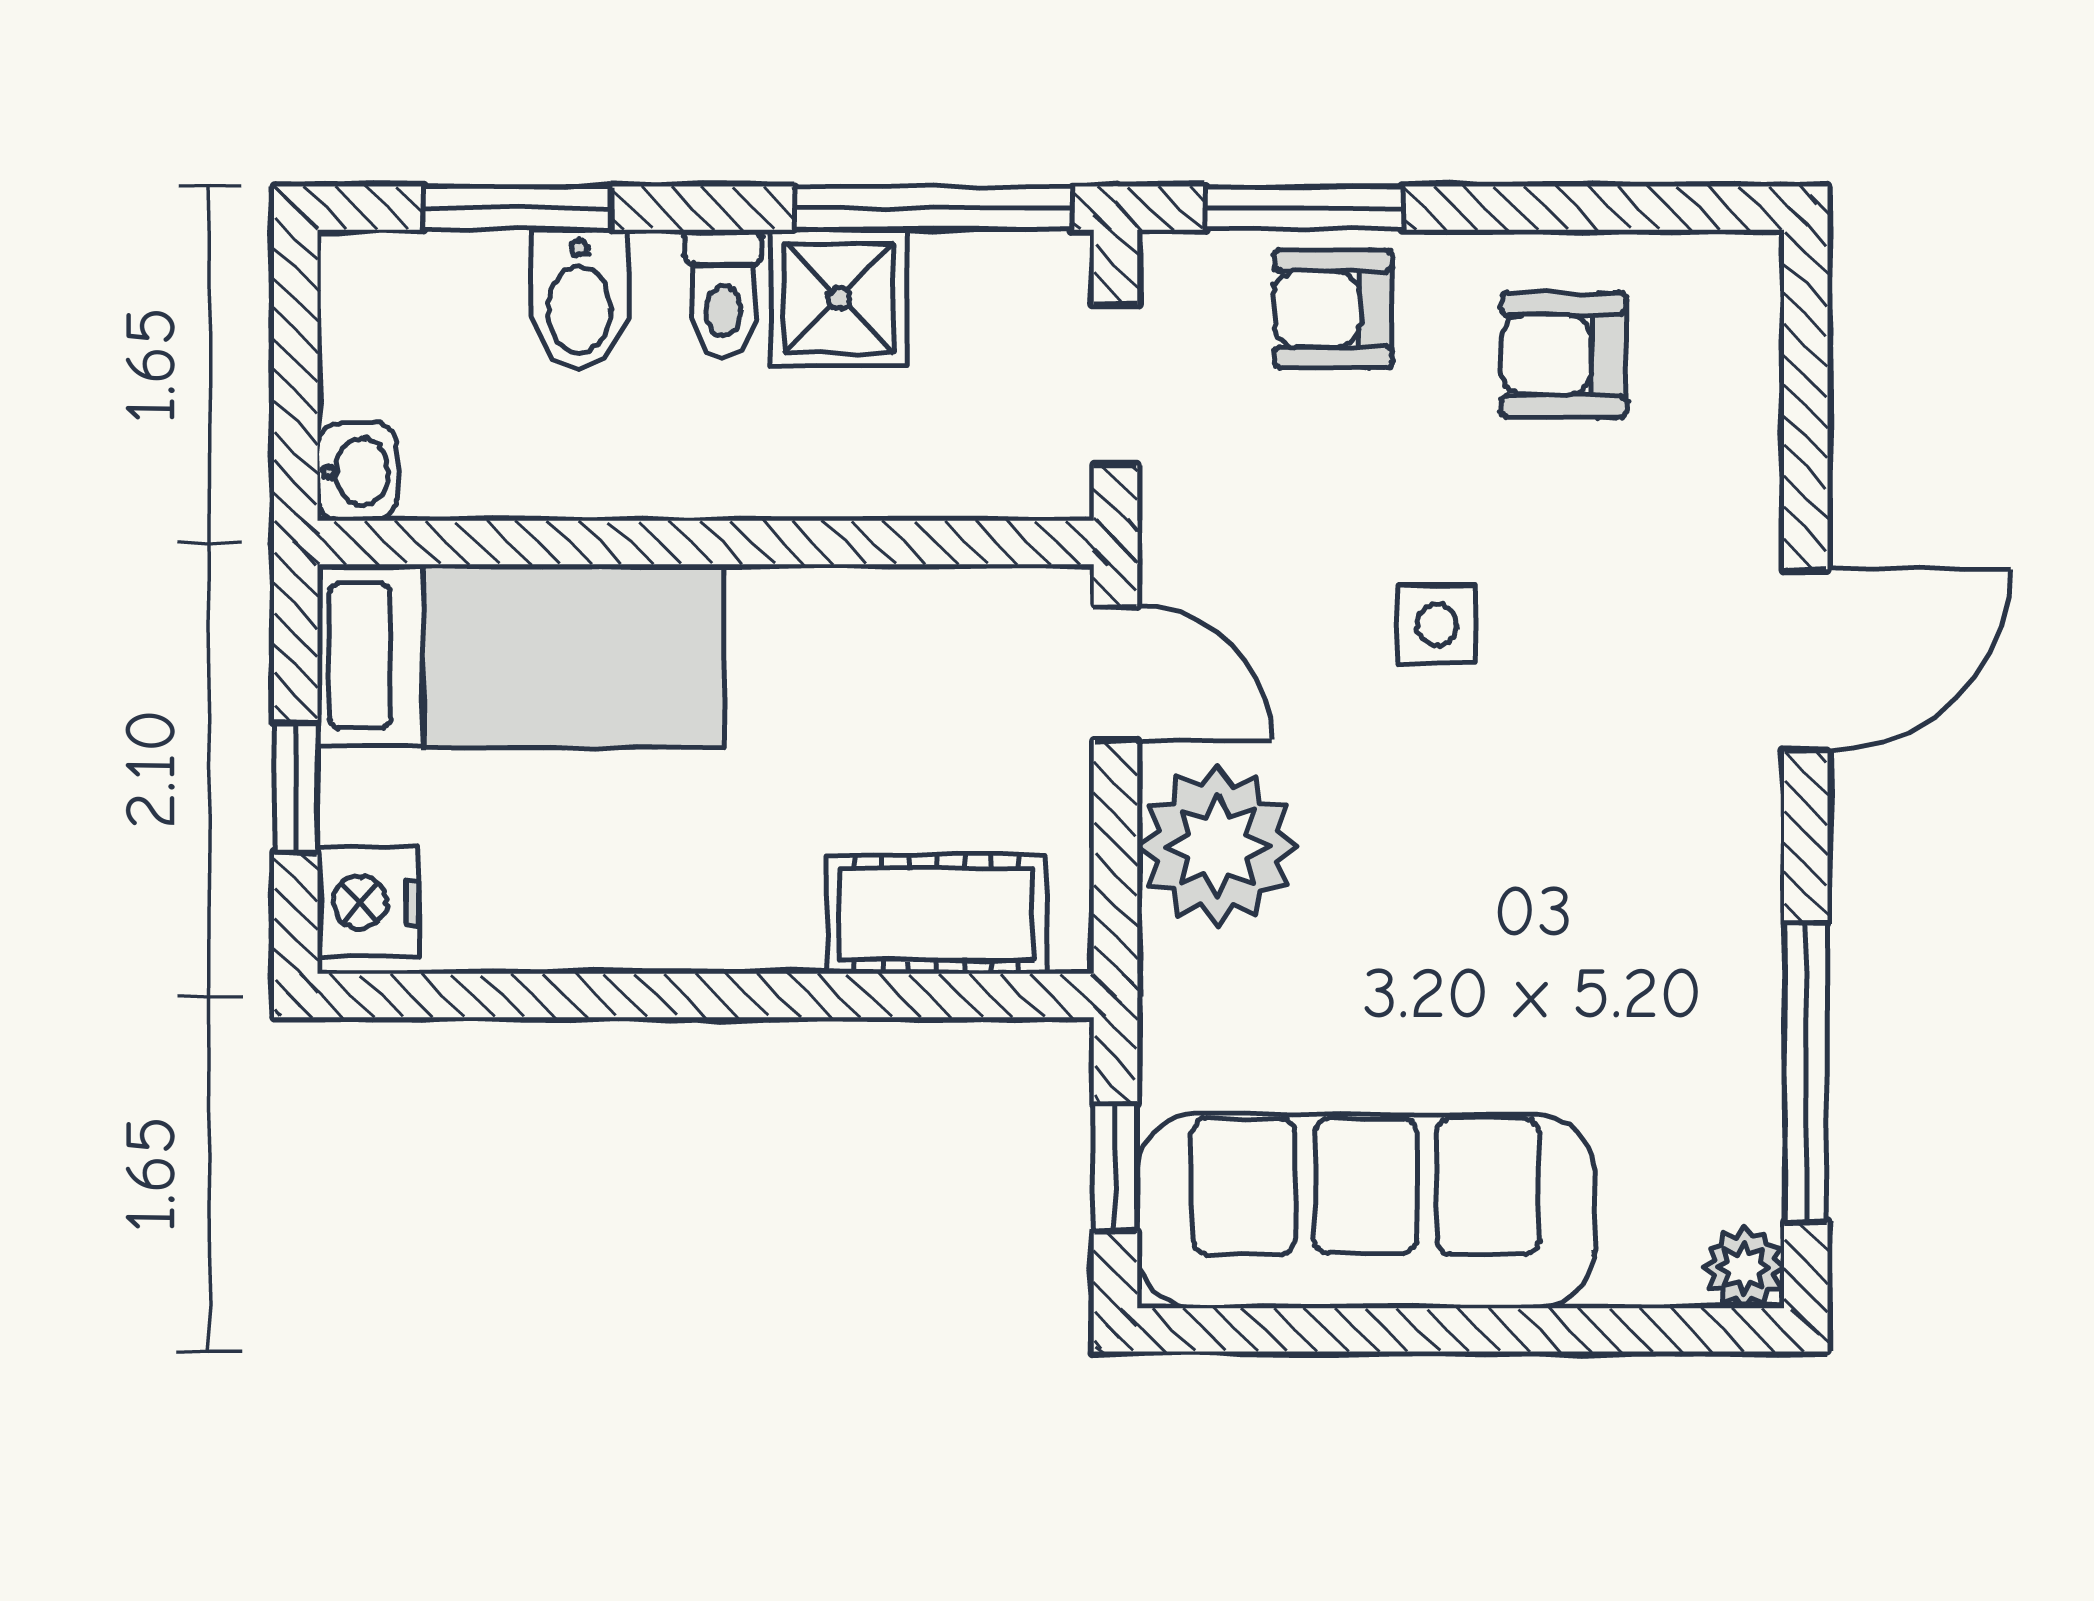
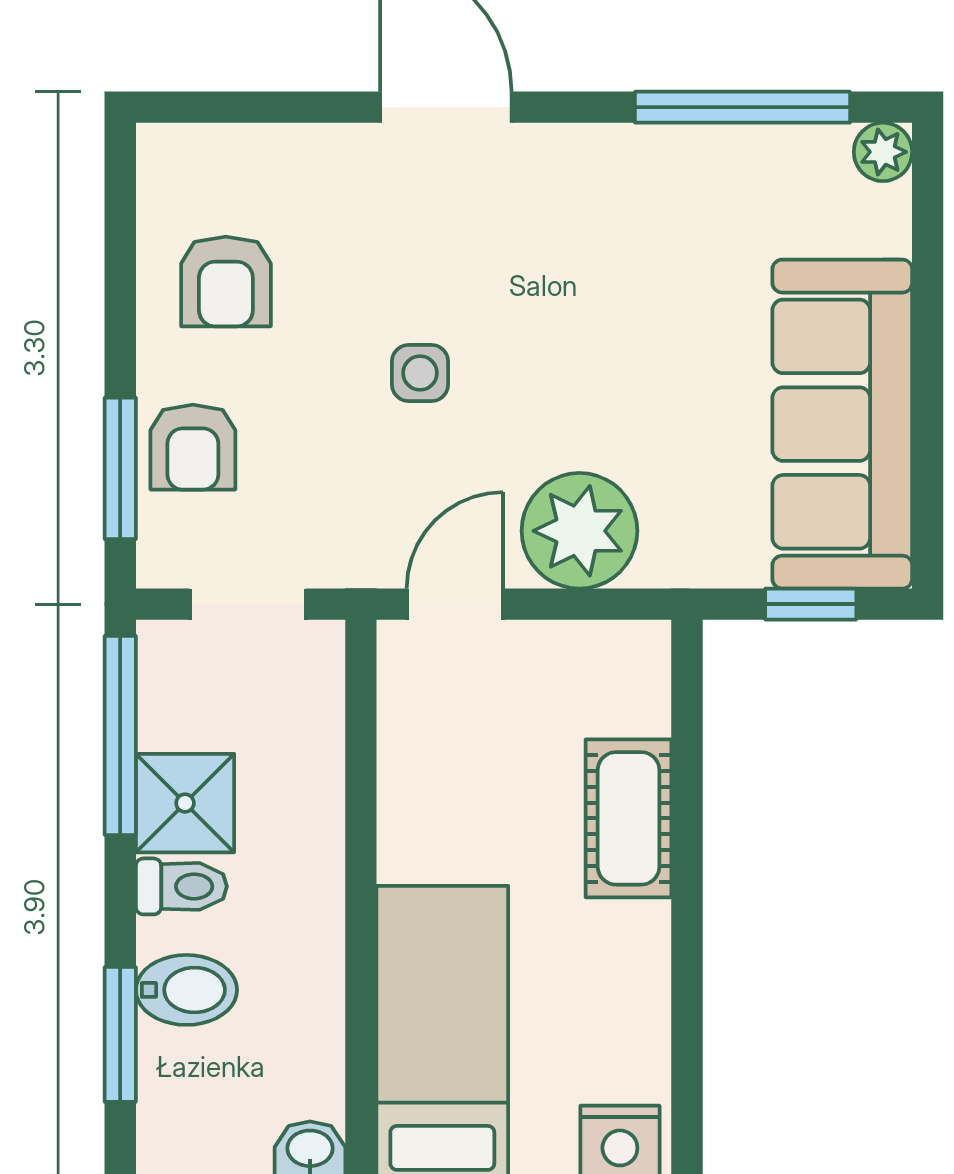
cot: (937, 914) -> (629, 818), moved

